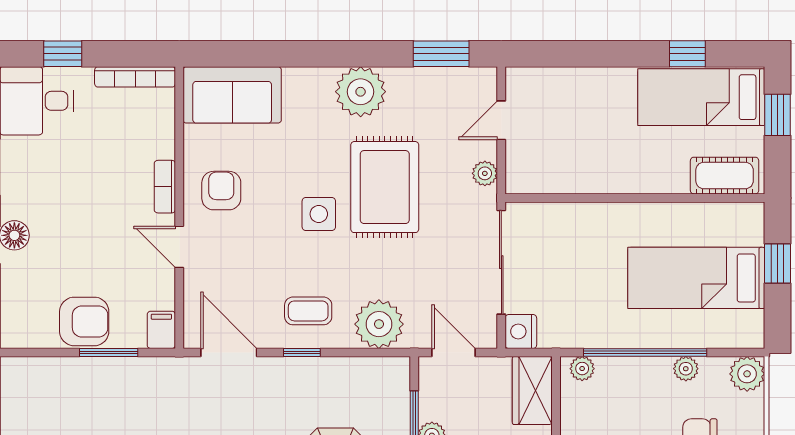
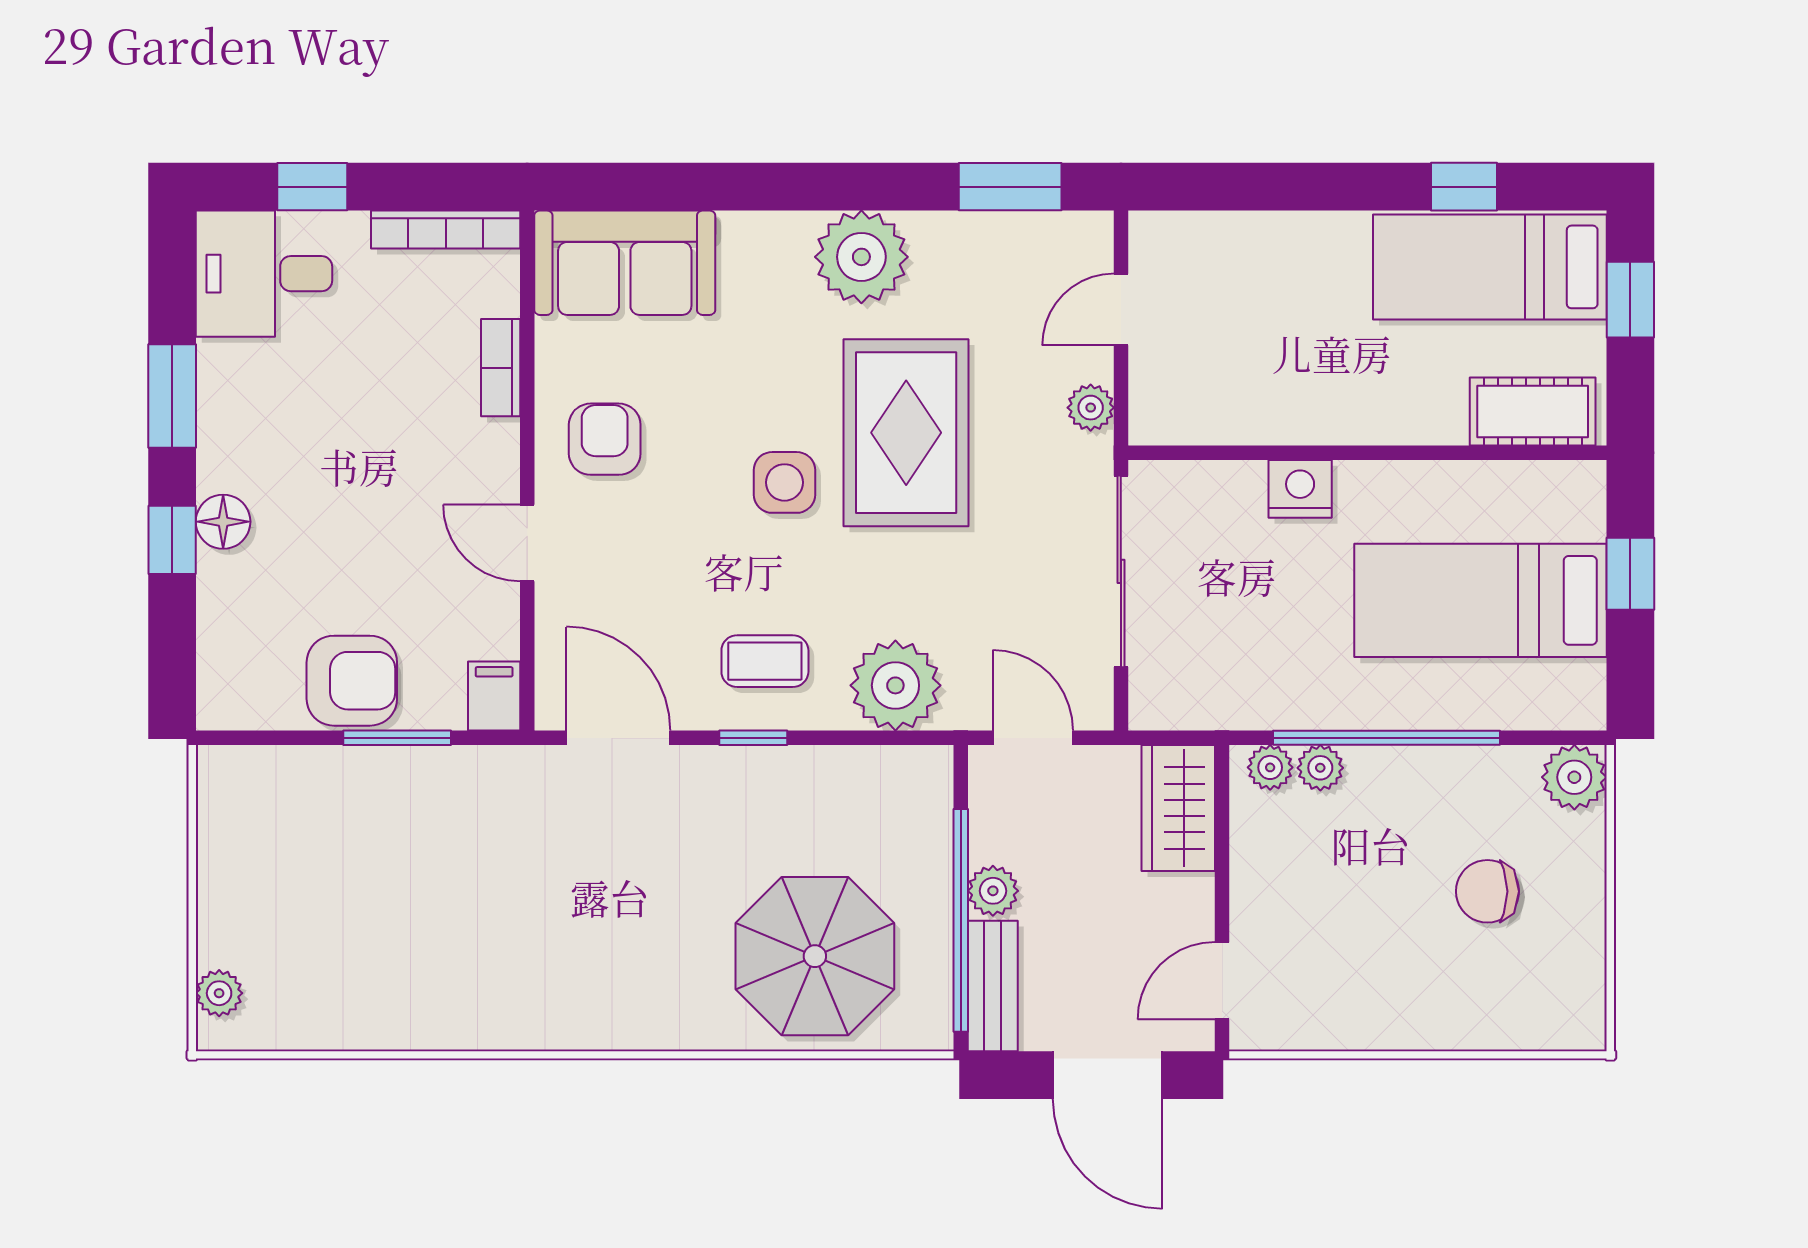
bookcase: (165, 187) -> (501, 368), moved
nightstand: (521, 332) -> (1300, 489), moved, turned 90
plant: (686, 369) -> (1320, 768), moved

